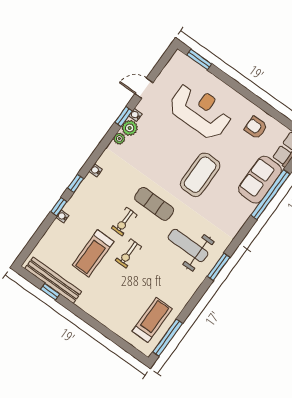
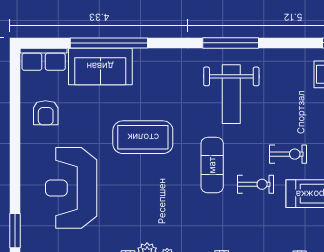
window: (219, 267) -> (231, 43), width x1.44

